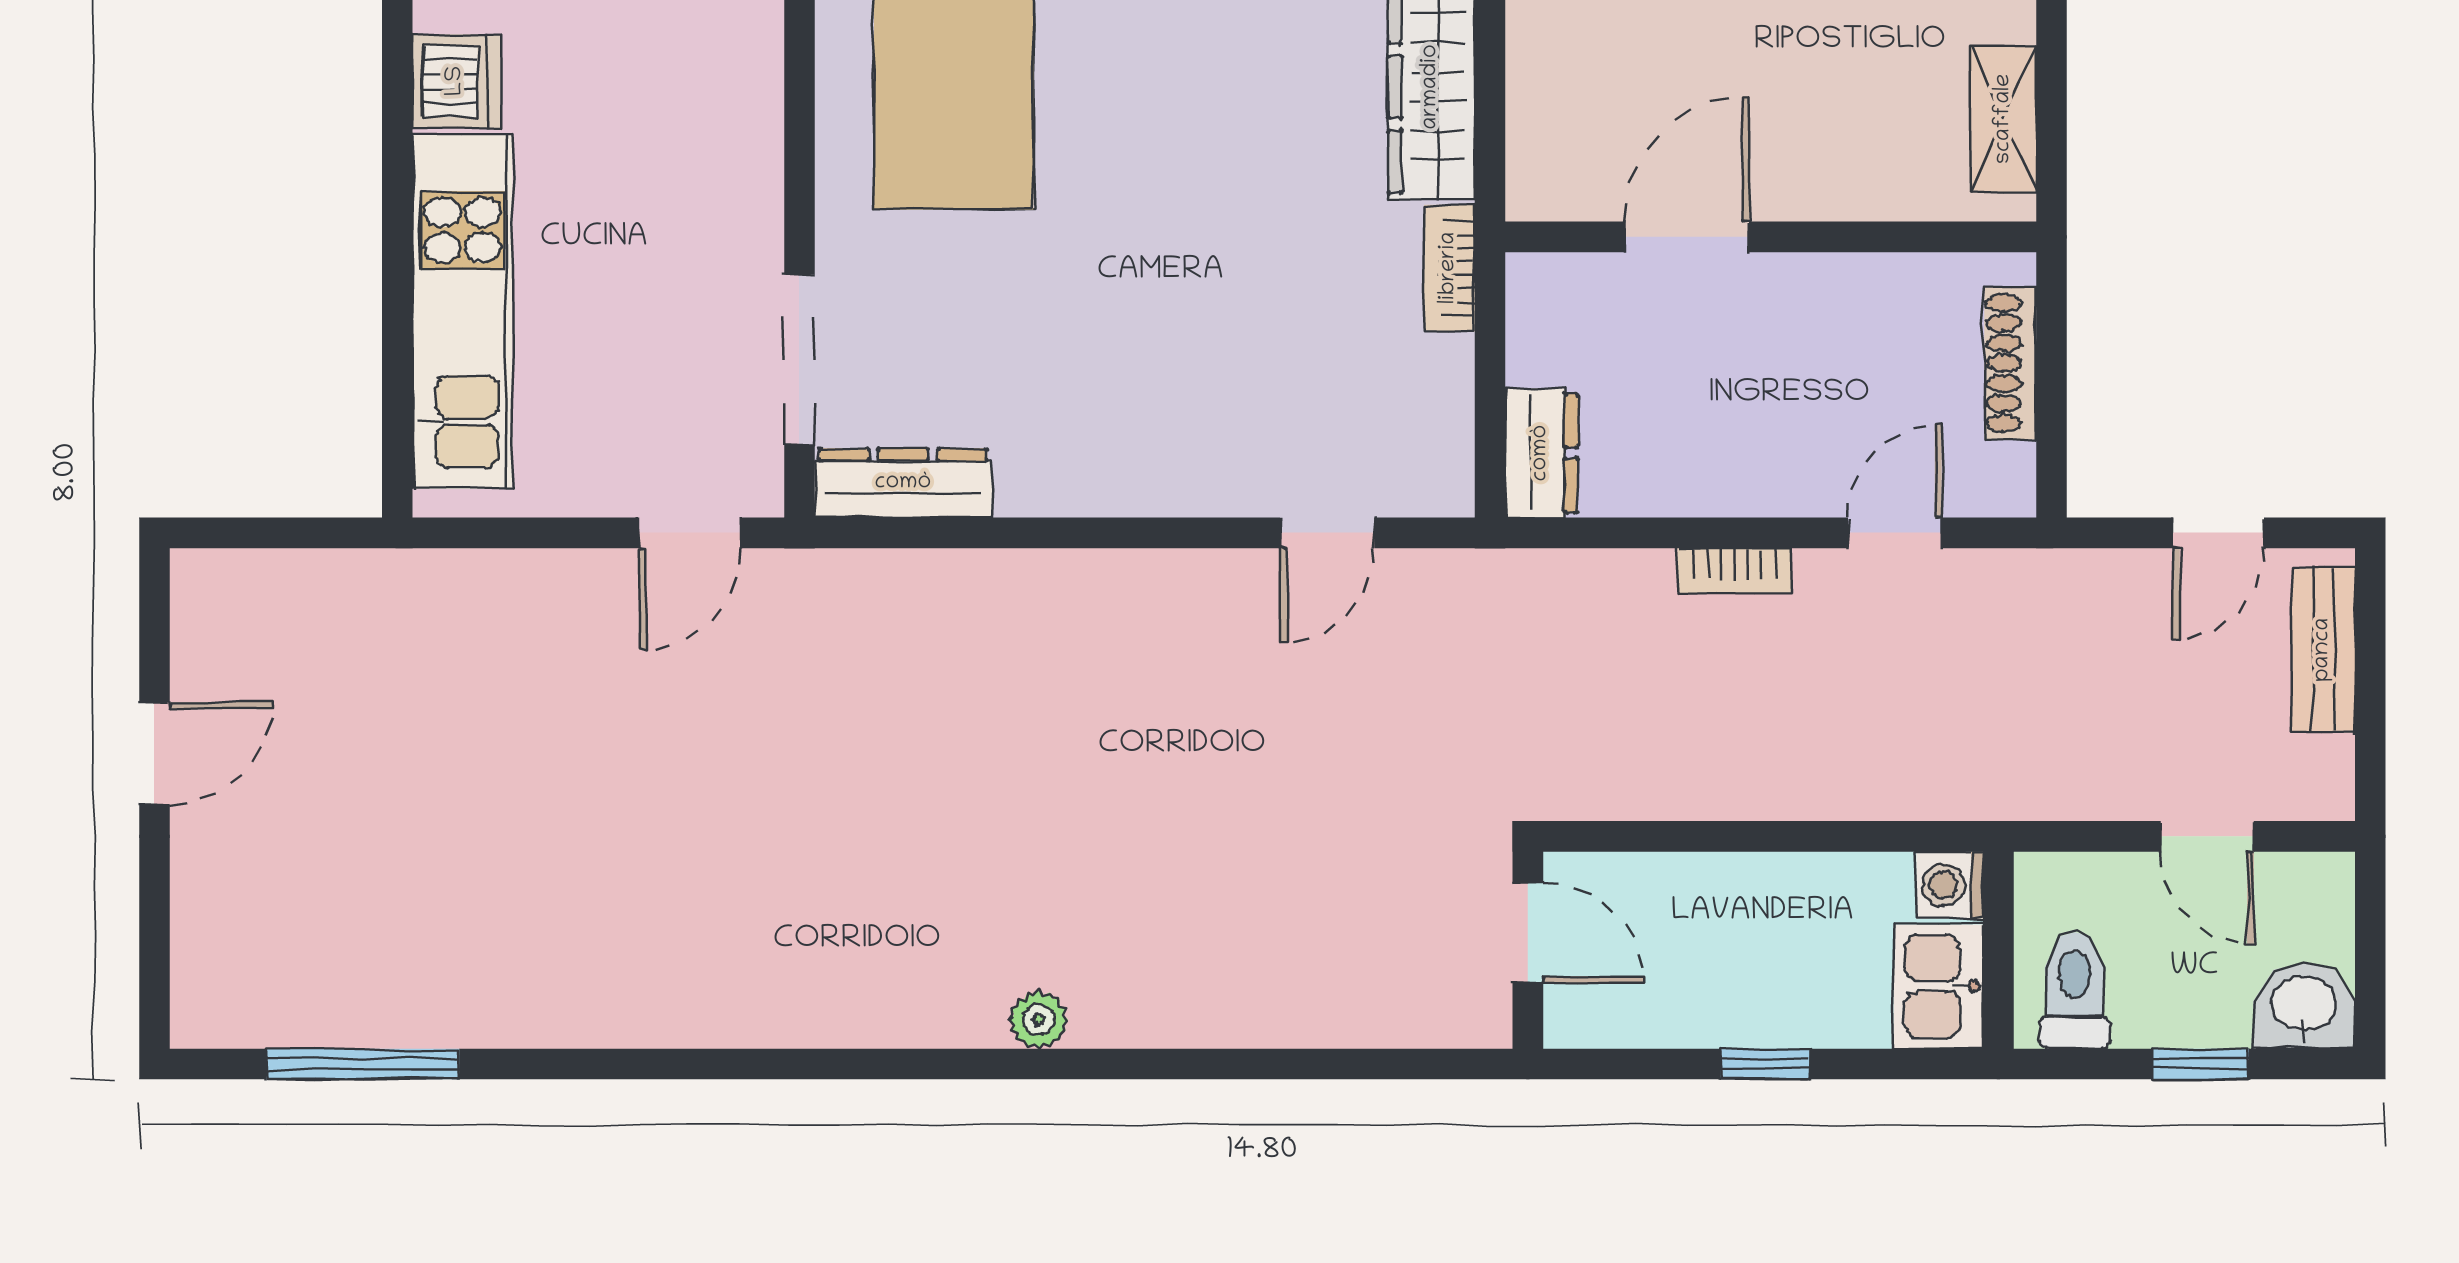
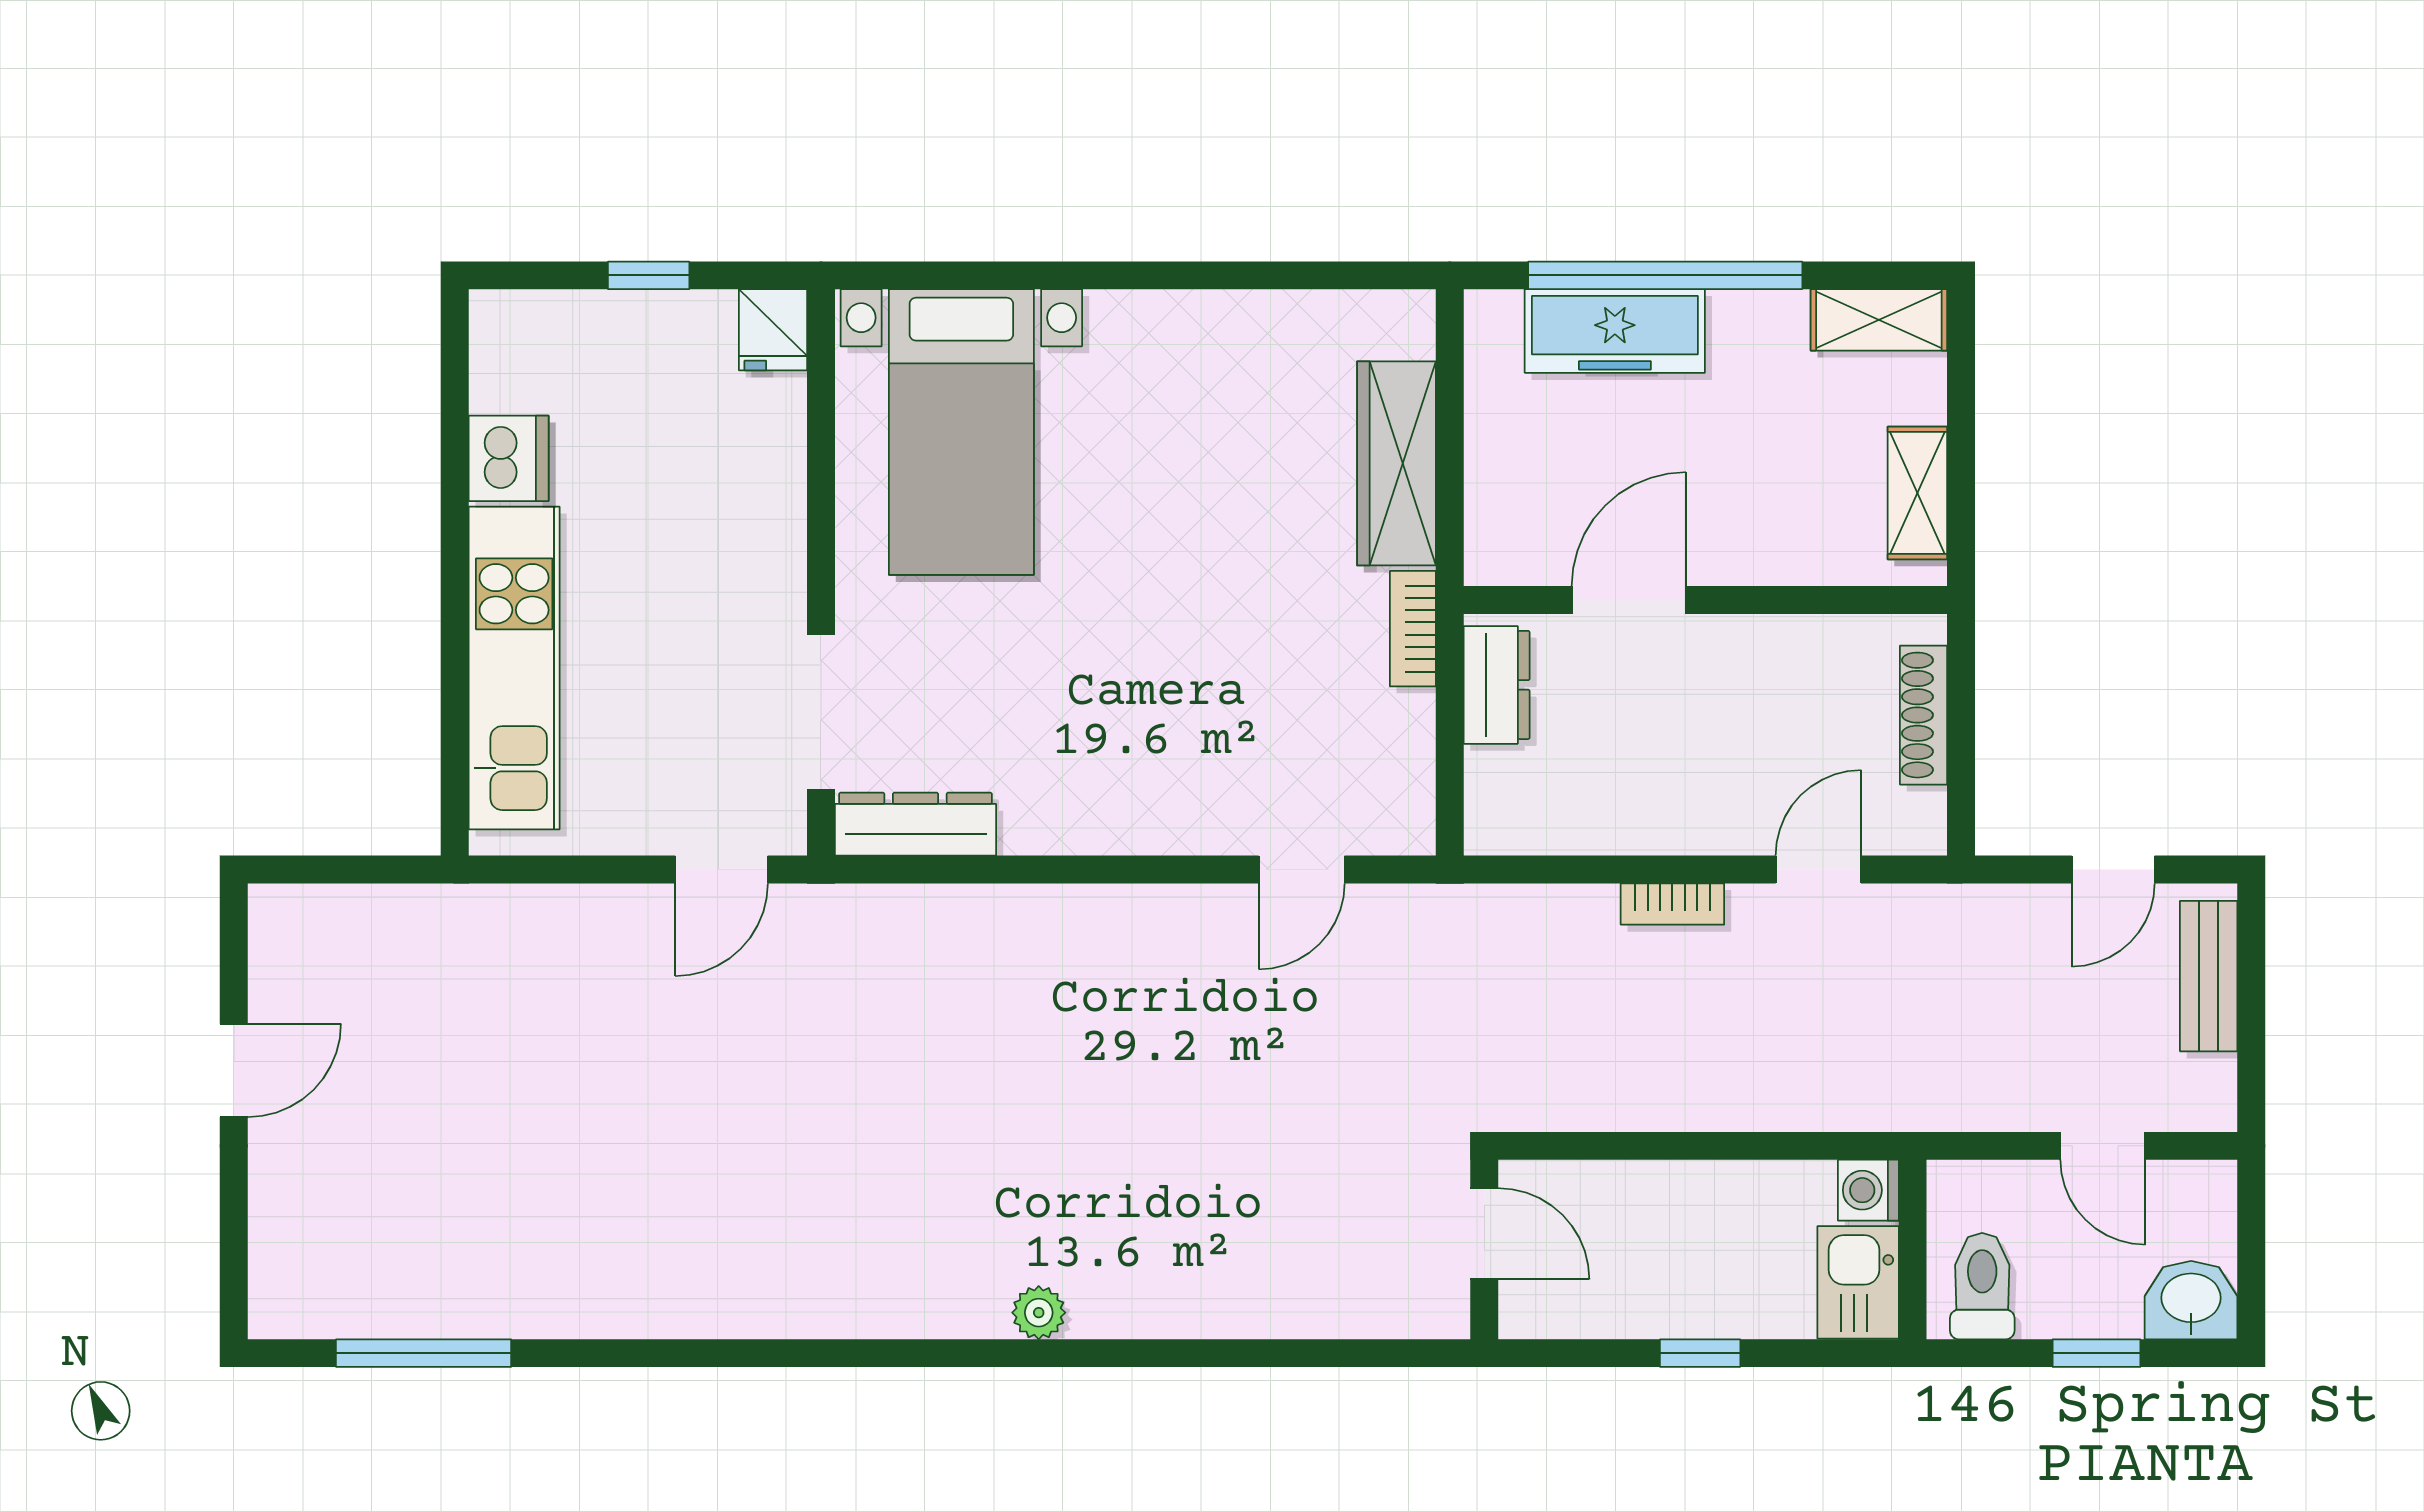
dresser: (1541, 453) -> (1497, 685), moved

